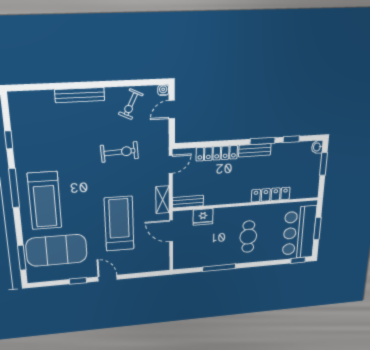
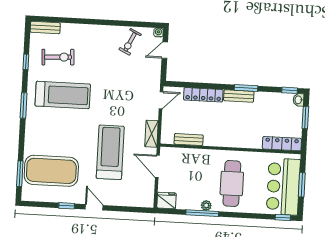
bench: (80, 95) -> (45, 27), moved, width x0.73
window: (291, 139) -> (290, 90), moved
exercise bike: (119, 152) -> (58, 57), moved
window: (14, 188) -> (24, 105), width x0.69
locker: (271, 195) -> (282, 144), moved
treadmill: (45, 201) -> (63, 95), moved, turned -90
bench: (188, 202) -> (189, 140), moved
fridge: (203, 217) -> (167, 200), moved, turned 180
cafe table: (248, 237) -> (232, 183), width x1.37, depth x1.35
plant: (223, 260) -> (206, 205), added

